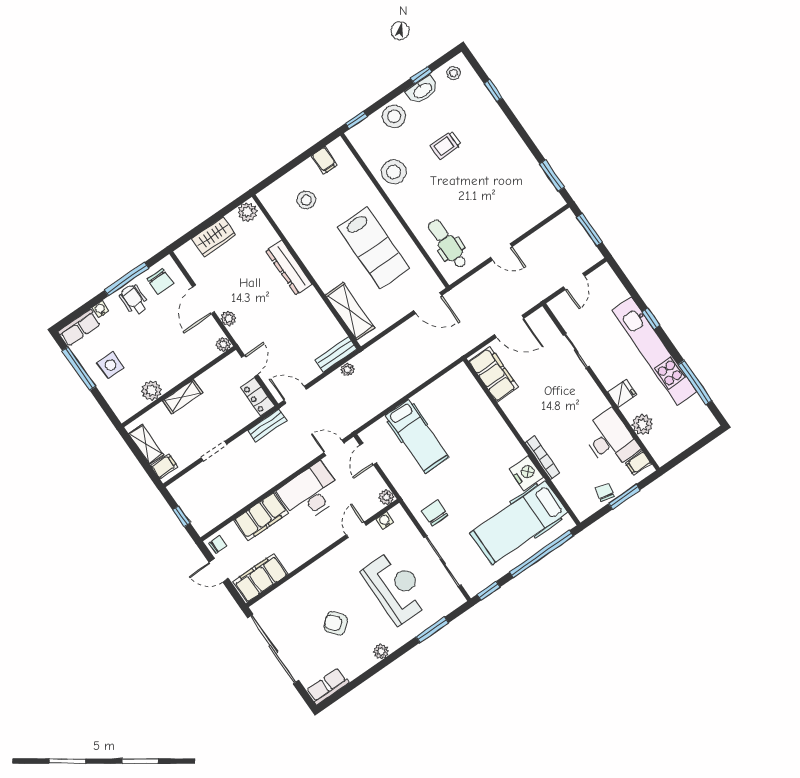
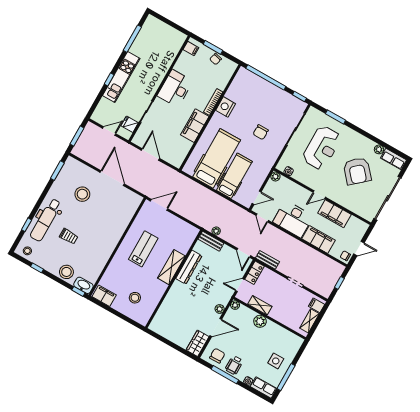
washbasin: (422, 90) -> (83, 285), moved
filing cabinet: (324, 160) -> (104, 296), width x2.00
stool: (394, 172) -> (82, 194), moved
plant: (247, 212) -> (157, 327), removed
wardrobe: (214, 237) -> (198, 343), moved, turned -90
dental chair: (447, 244) -> (46, 220), moved, width x1.36, depth x1.38
lab bench: (373, 248) -> (143, 249), width x0.73, depth x0.72
door: (501, 252) -> (112, 178), width x1.88
dresser: (289, 268) -> (189, 267), moved
door: (428, 303) -> (159, 205), hinge flipped
shelving: (350, 311) -> (171, 267), moved
kitchen unit: (655, 351) -> (121, 77), width x0.73
filing cabinet: (493, 374) -> (195, 126), moved
plant: (151, 390) -> (260, 321), moved
fridge: (622, 393) -> (130, 124), moved
shelving: (183, 397) -> (260, 305), moved
plant: (642, 425) -> (169, 56), removed
desk: (610, 439) -> (175, 88), moved
chair: (435, 513) -> (261, 132), moved
hospital bed: (519, 523) -> (217, 158), moved, turned -90
door: (356, 530) -> (319, 195), moved
door: (219, 570) -> (359, 248), hinge flipped
filing cabinet: (260, 578) -> (334, 214), moved
reception desk: (396, 587) -> (322, 148), turned 180
armchair: (336, 623) -> (357, 171), width x1.88, depth x1.88
plant: (381, 651) -> (379, 149), moved

